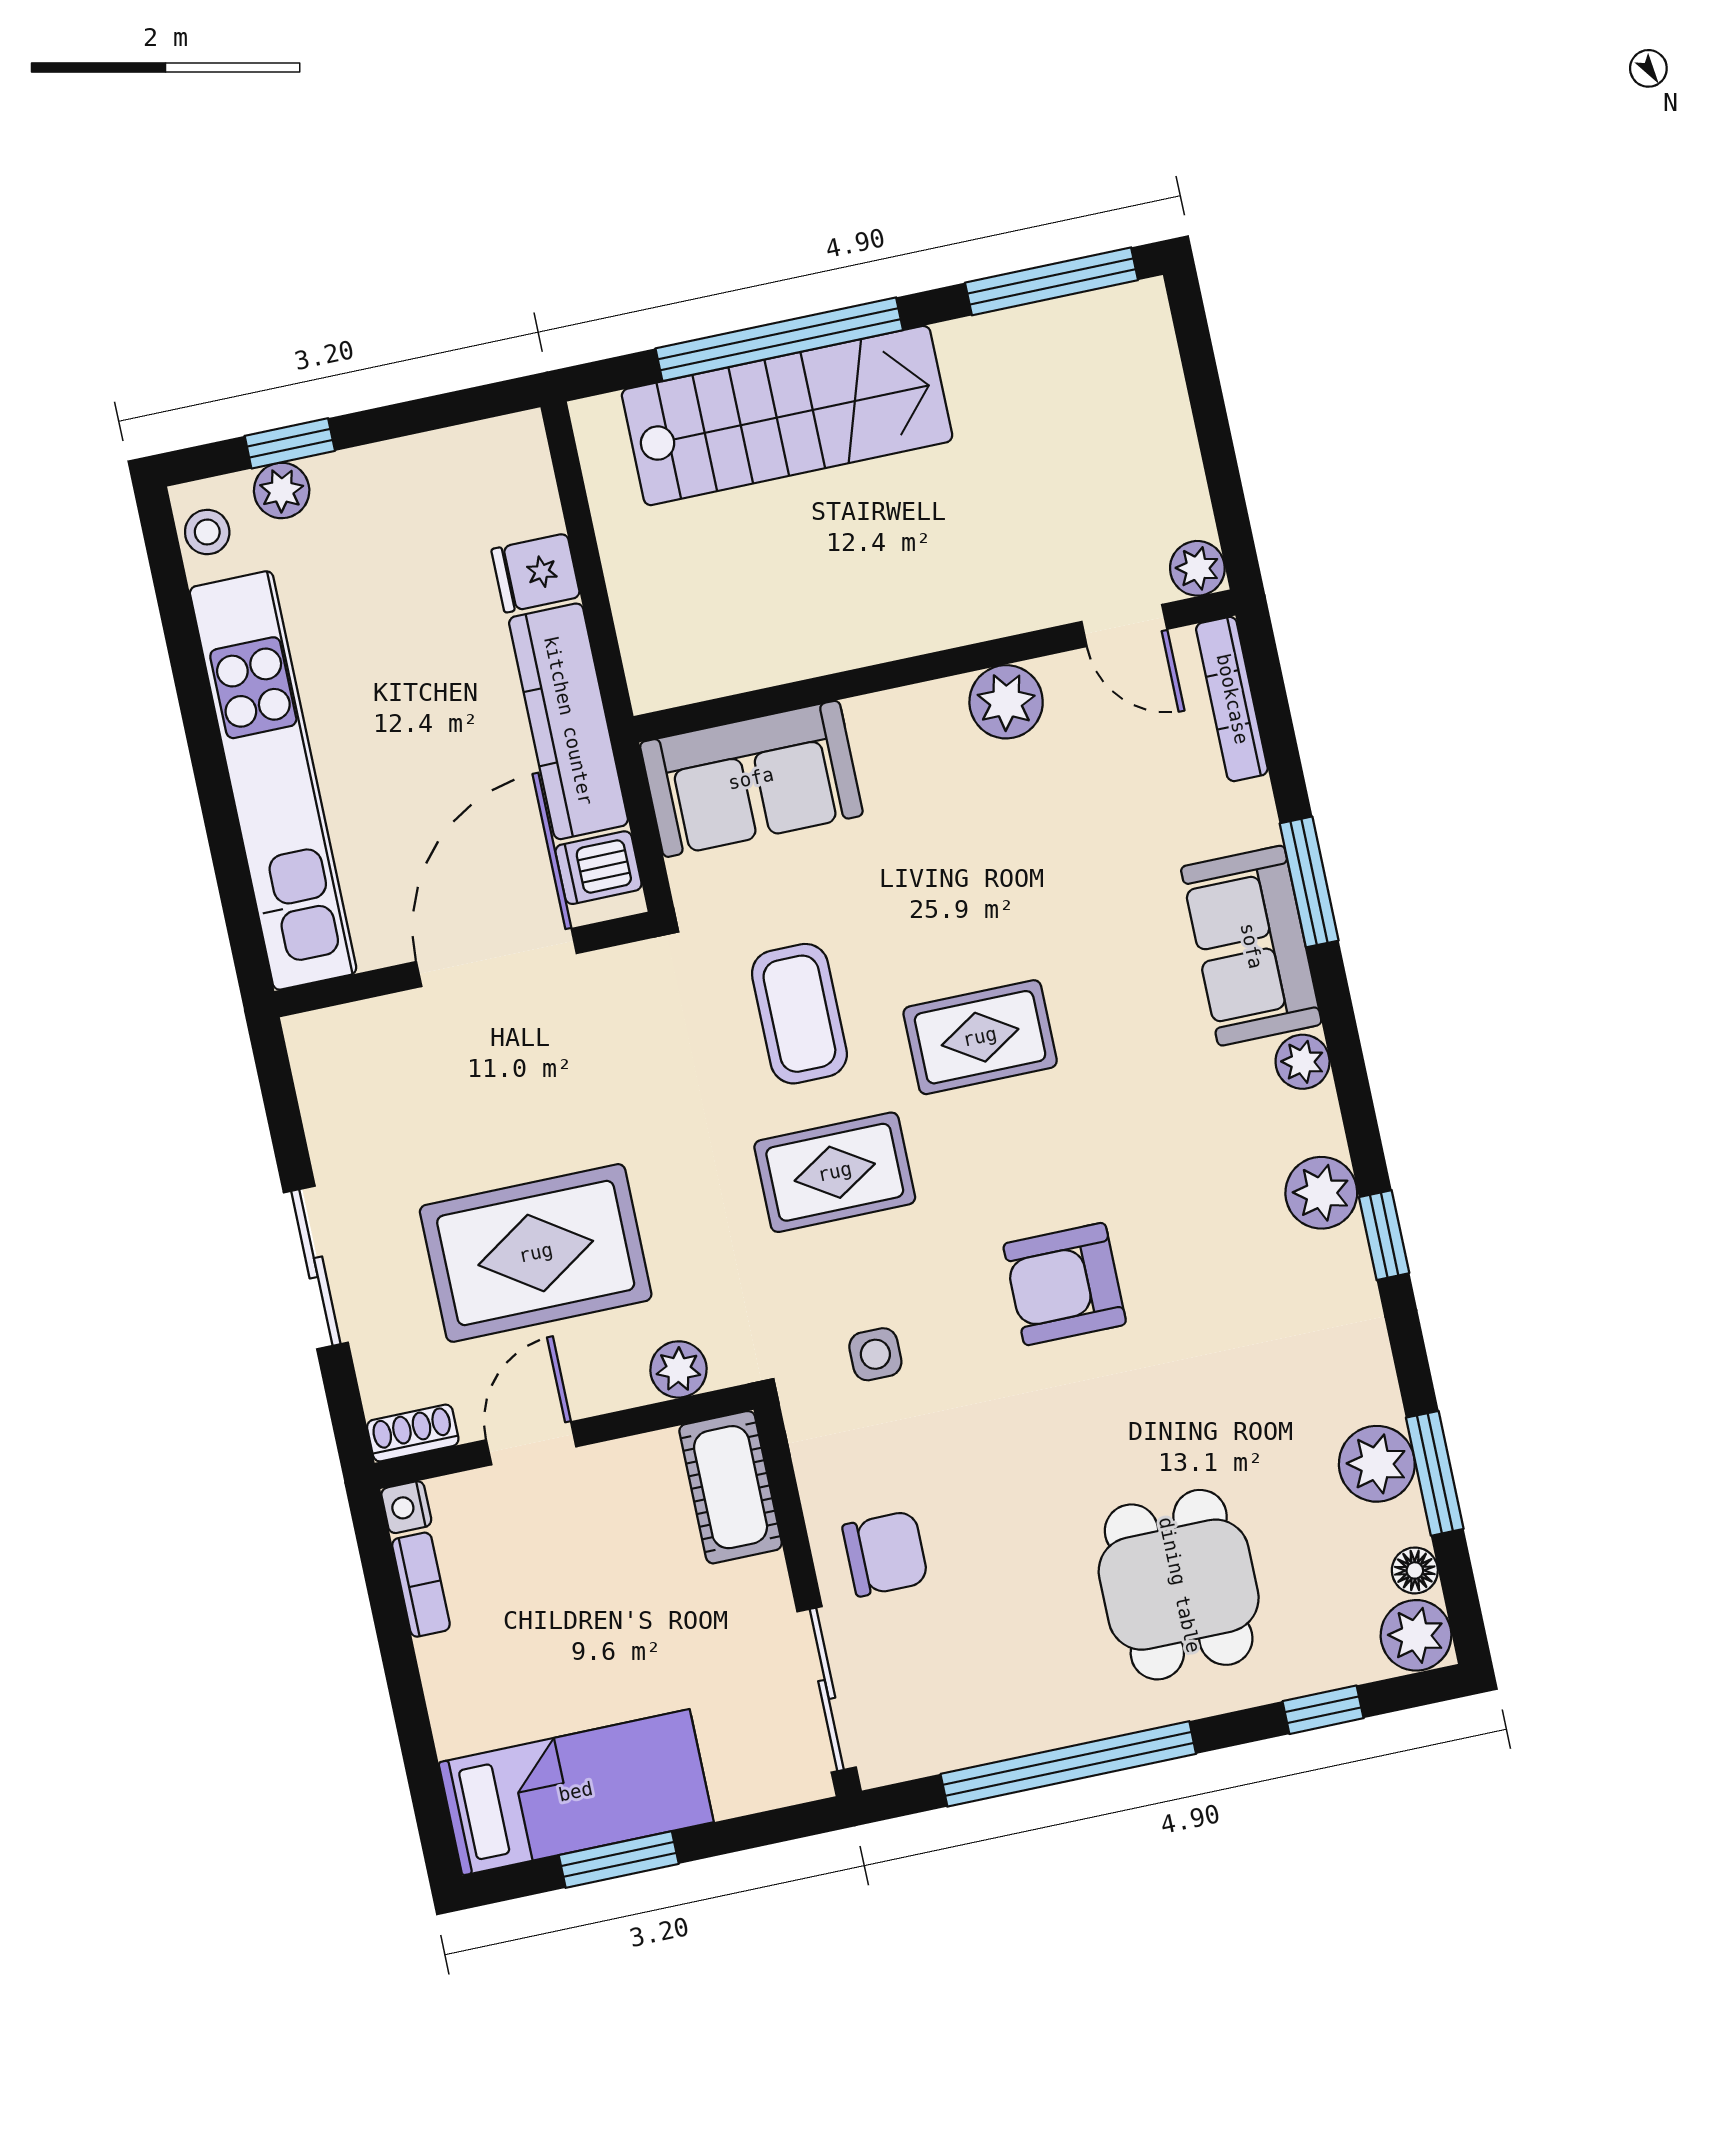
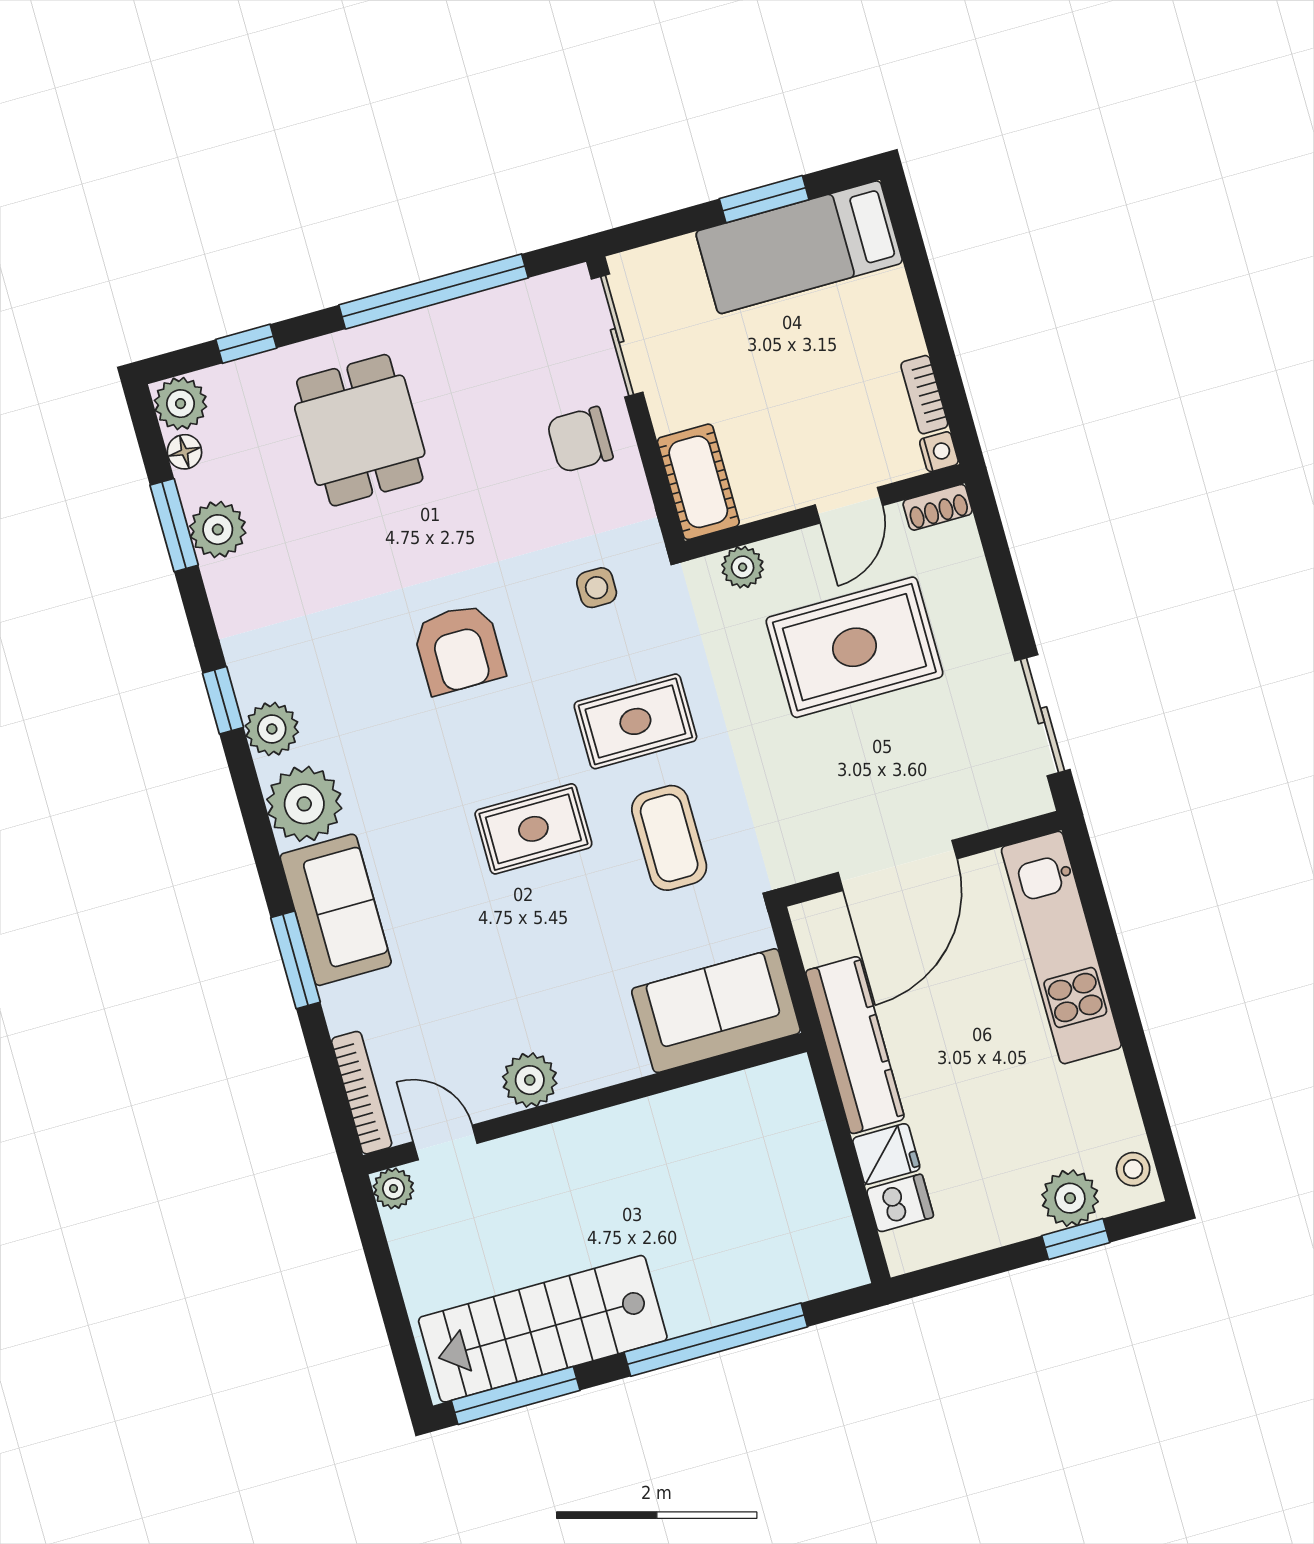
stairs: (787, 416) -> (543, 1329), moved
plant: (282, 490) -> (1070, 1198), width x1.38, depth x1.38
kitchen unit: (273, 780) -> (1061, 947), width x0.73
dishwasher: (598, 868) -> (900, 1203), moved
plant: (1303, 1062) -> (304, 804), width x1.88, depth x1.88
sliding door: (316, 1267) -> (1043, 715), moved
armchair: (1065, 1284) -> (459, 649), turned 90

